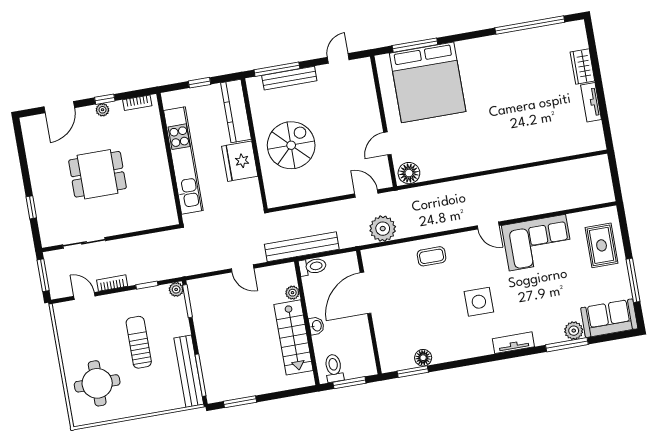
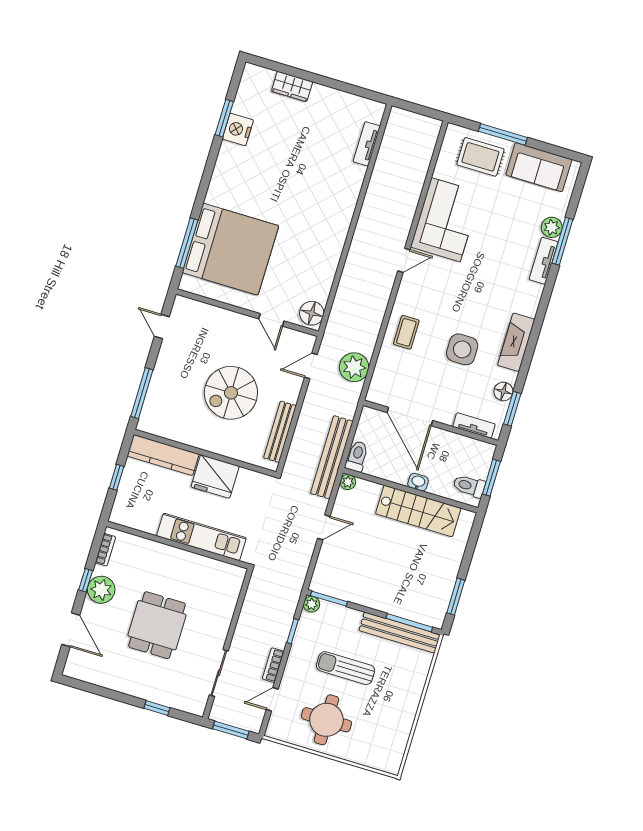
window: (530, 25) -> (224, 118), width x0.47
nightstand: (526, 40) -> (238, 129), added
bench: (289, 78) -> (280, 432), moved
tv unit: (591, 102) -> (367, 144), moved, turned 90
plant: (102, 110) -> (101, 590), width x1.88, depth x1.88
spiral stairs: (291, 145) -> (231, 393), moved, turned -90
kitchen unit: (183, 161) -> (201, 537), width x0.73
window: (633, 280) -> (503, 134), moved
plant: (292, 293) -> (348, 482), moved
side table: (479, 302) -> (462, 349), moved
sofa: (609, 318) -> (539, 167), moved, turned -90
tv unit: (513, 343) -> (544, 261), moved
tv unit: (384, 348) -> (474, 425), added
fireplace: (468, 348) -> (516, 342), added
round table: (97, 383) -> (326, 720), moved

